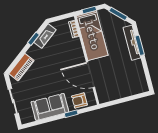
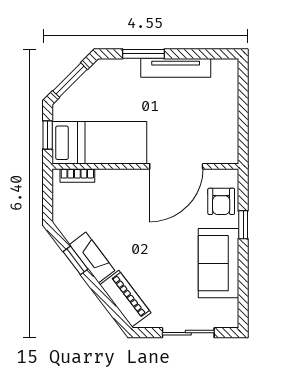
fireplace: (45, 36) -> (92, 258), moved
tv unit: (132, 43) -> (176, 68), moved

